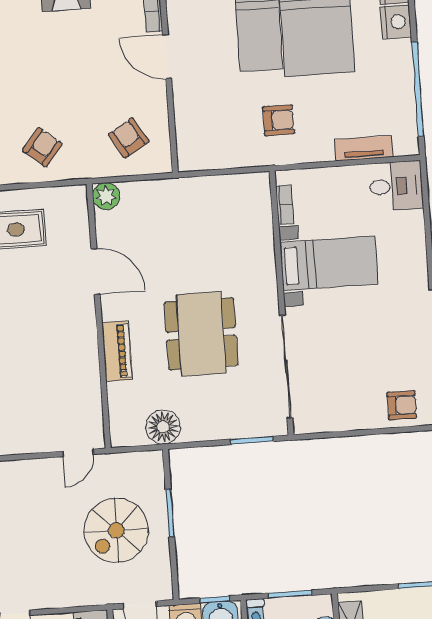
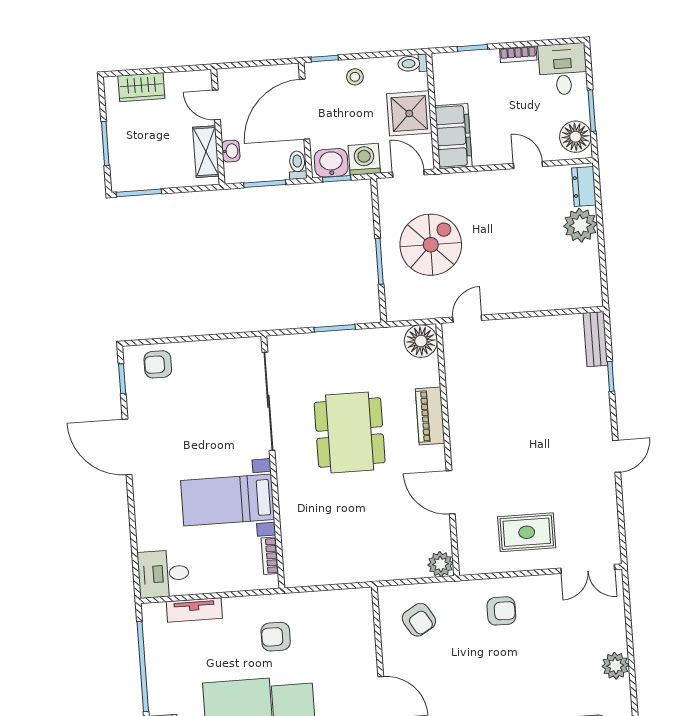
armchair: (42, 147) -> (501, 611), turned -129
floor lamp: (163, 427) -> (421, 341), moved
window: (252, 440) -> (335, 328), moved

